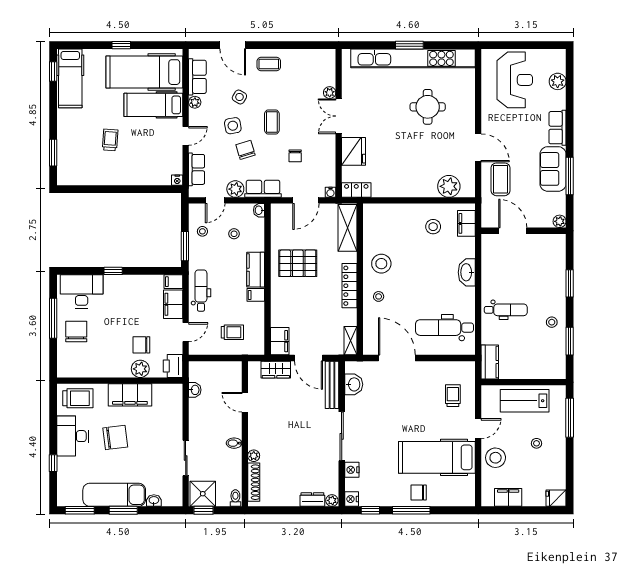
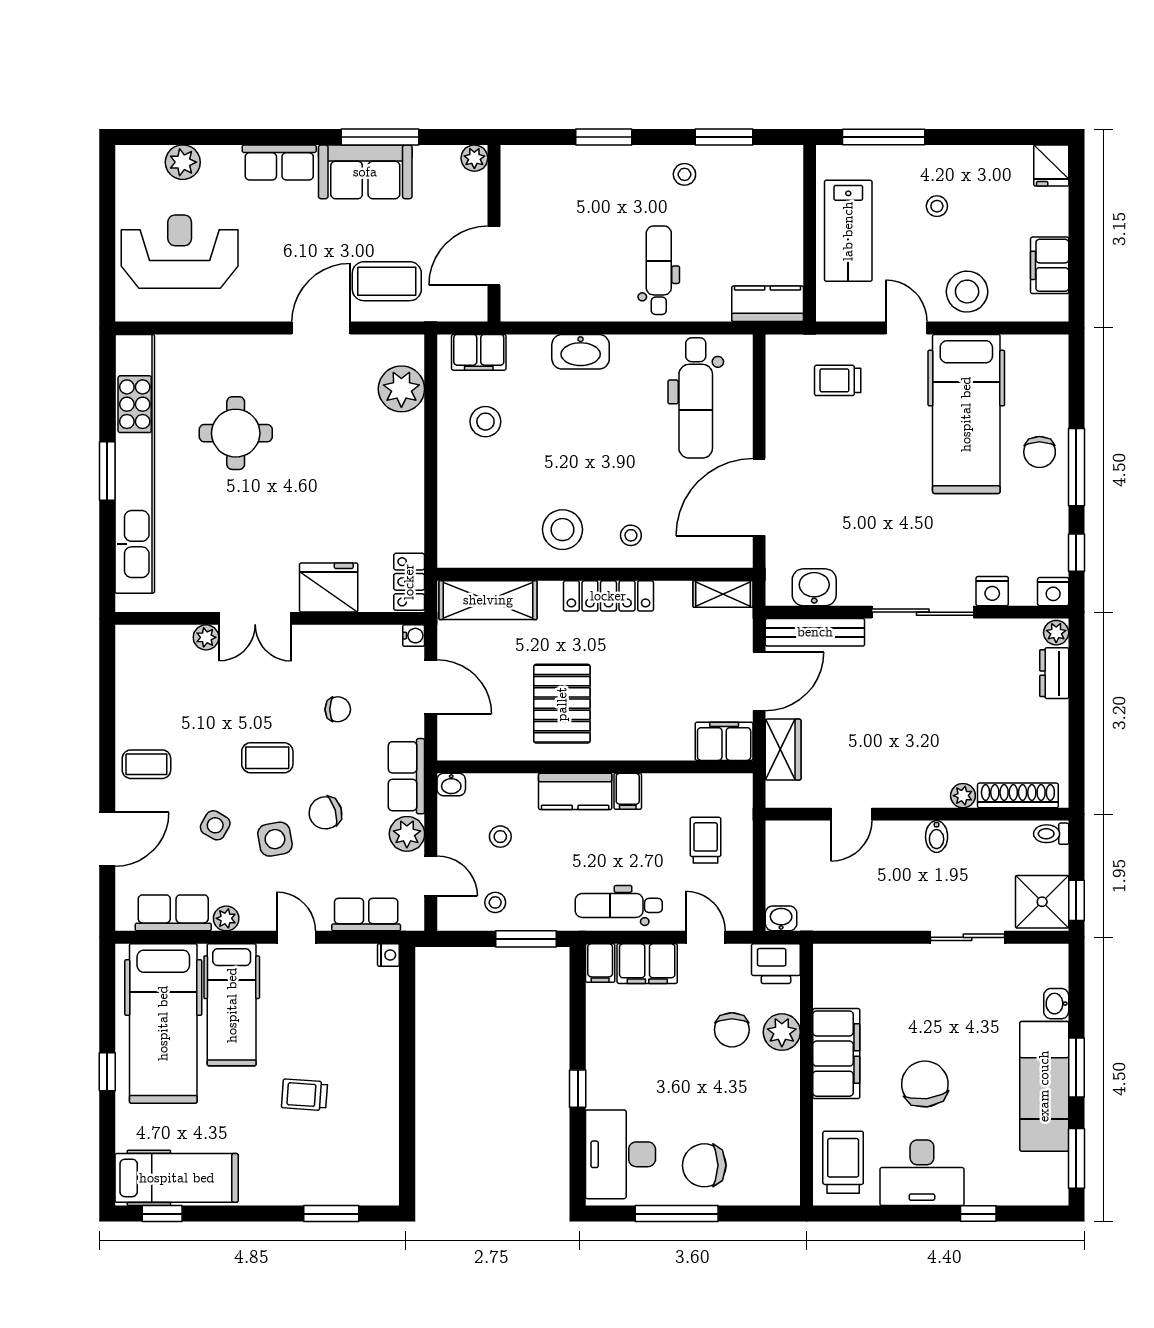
coffee table: (269, 64) -> (146, 764), turned 90
washbasin: (195, 390) -> (781, 918), moved

